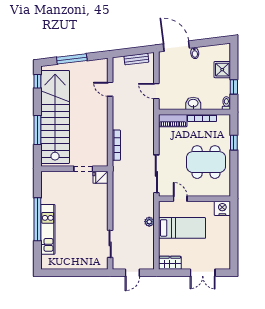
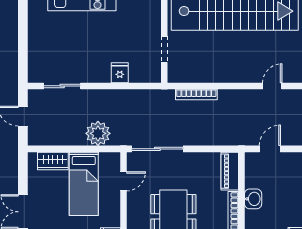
fridge: (100, 177) -> (120, 73), moved
plant: (149, 222) -> (98, 133), width x1.87, depth x1.87
wardrobe: (170, 263) -> (53, 161), moved, turned 90

